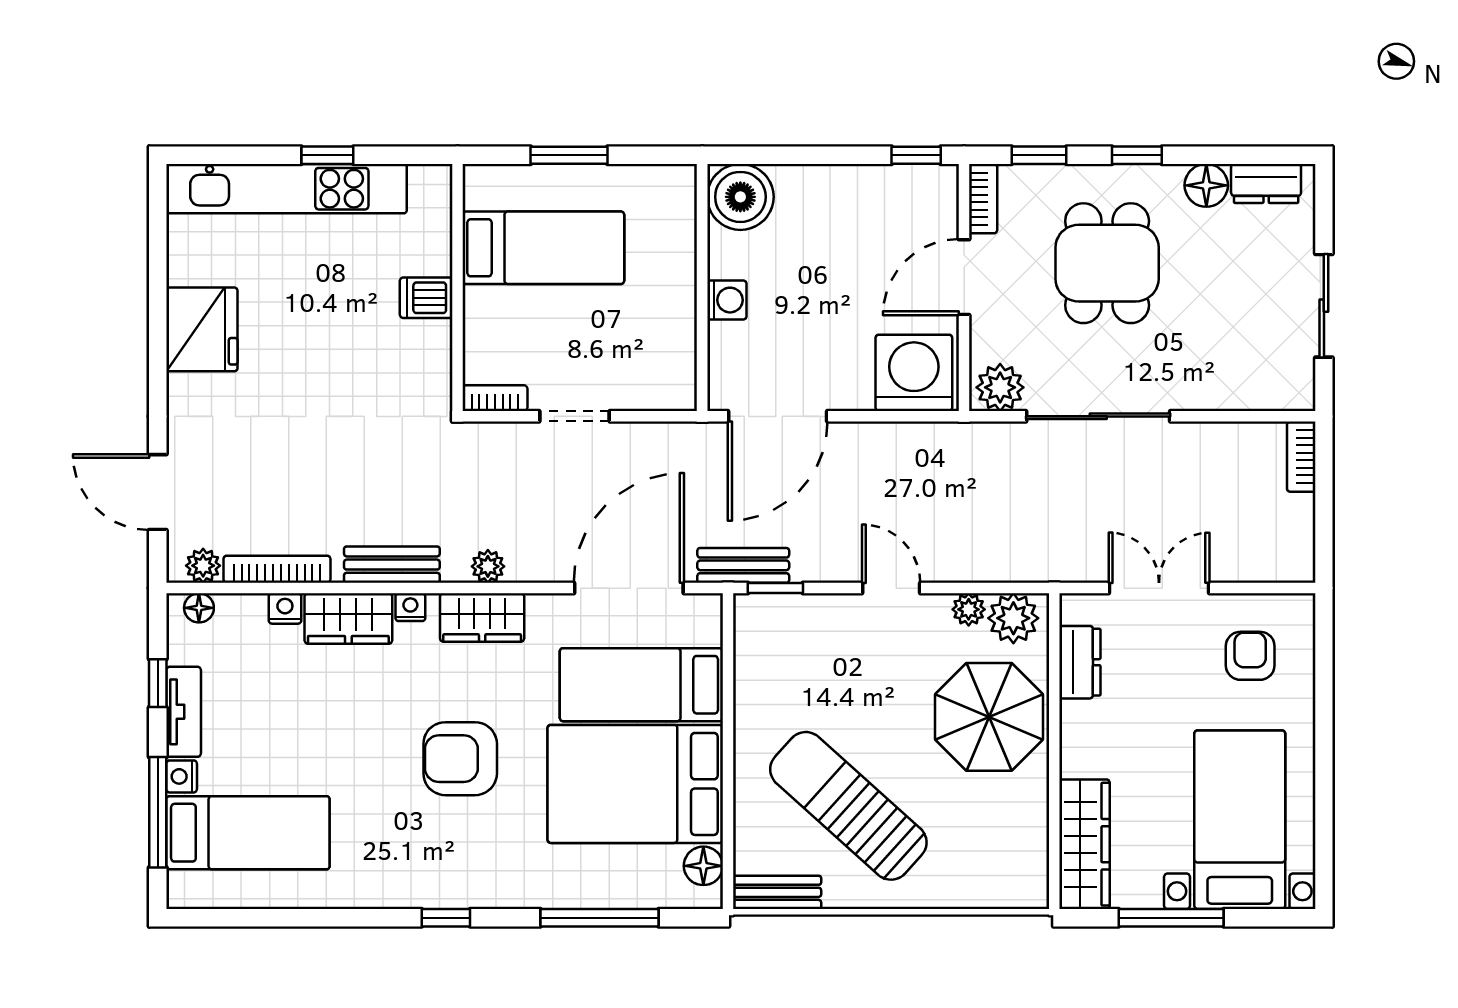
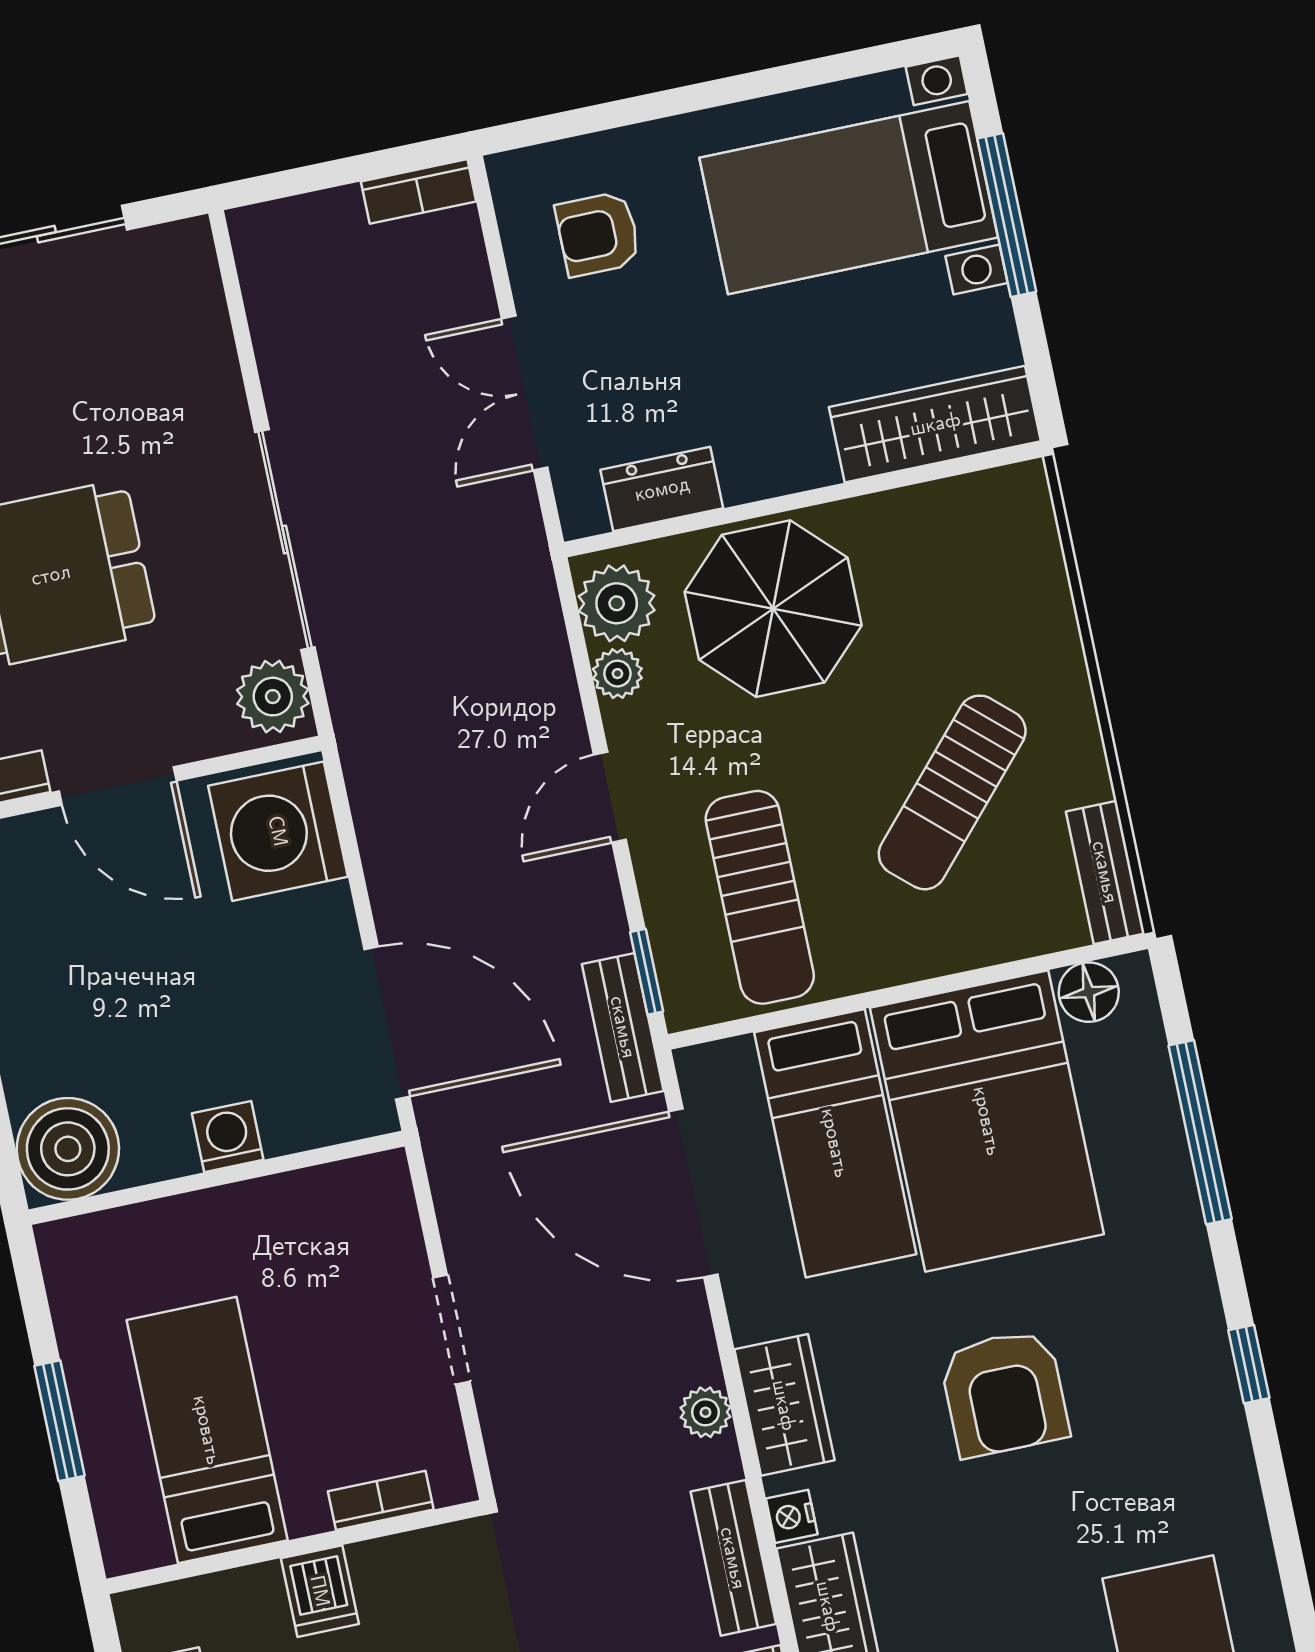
bookcase: (495, 398) -> (381, 1500), moved, turned 90
bookcase: (1301, 457) -> (419, 191), moved
sun lounger: (808, 670) -> (760, 897), added
sun lounger: (848, 806) -> (952, 792), width x0.73, depth x0.75
window: (1171, 918) -> (1007, 215), moved

